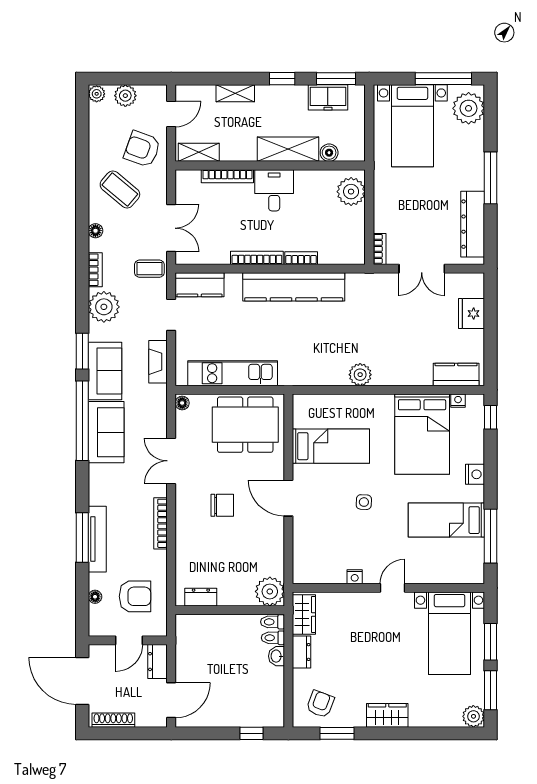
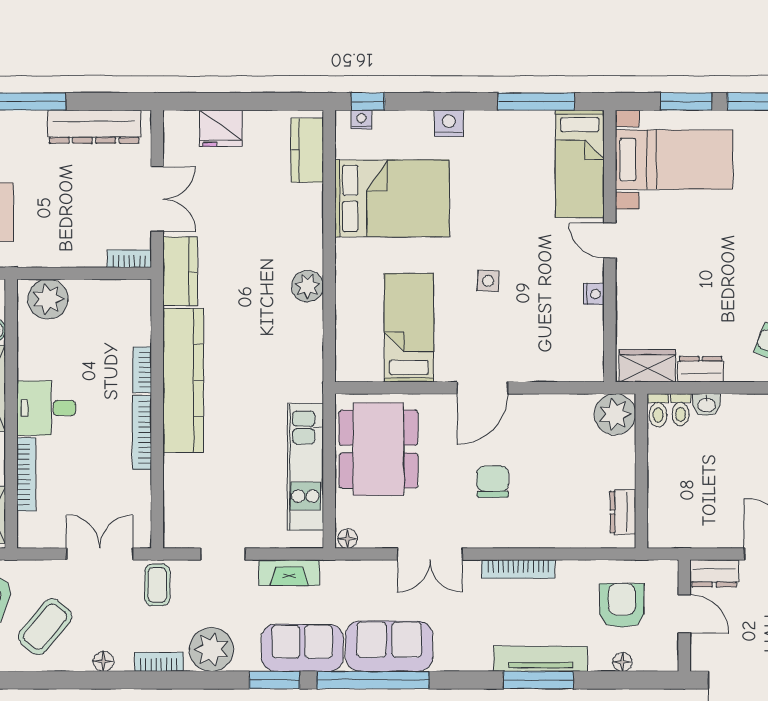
kitchen counter: (200, 285) -> (180, 271), moved
nightstand: (458, 401) -> (361, 120), moved, turned 90
bed: (446, 520) -> (580, 164), moved

